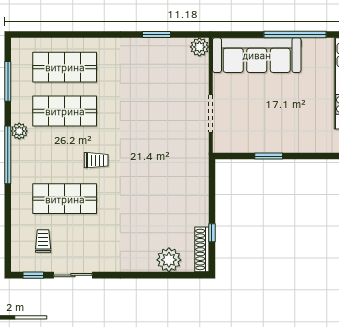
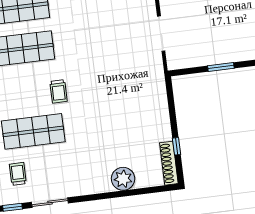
trolley: (96, 160) -> (58, 91), turned 90
plant: (169, 260) -> (123, 179), moved

